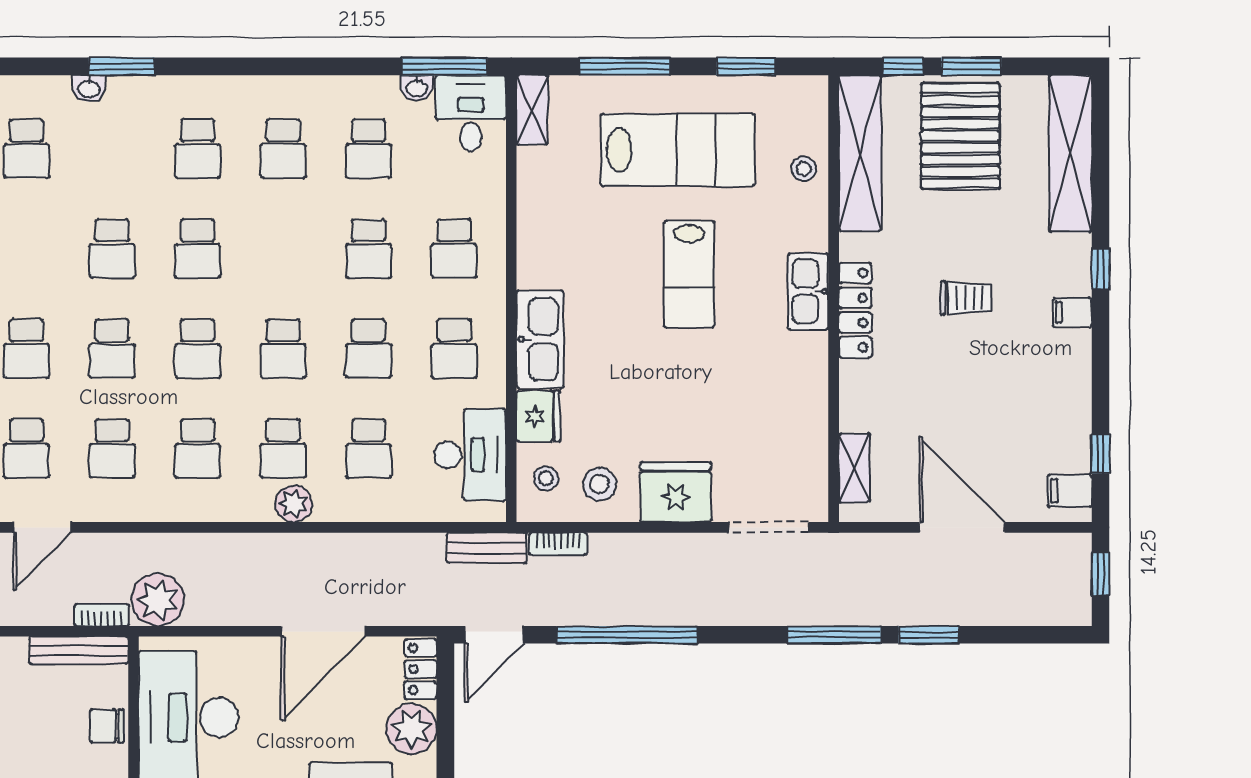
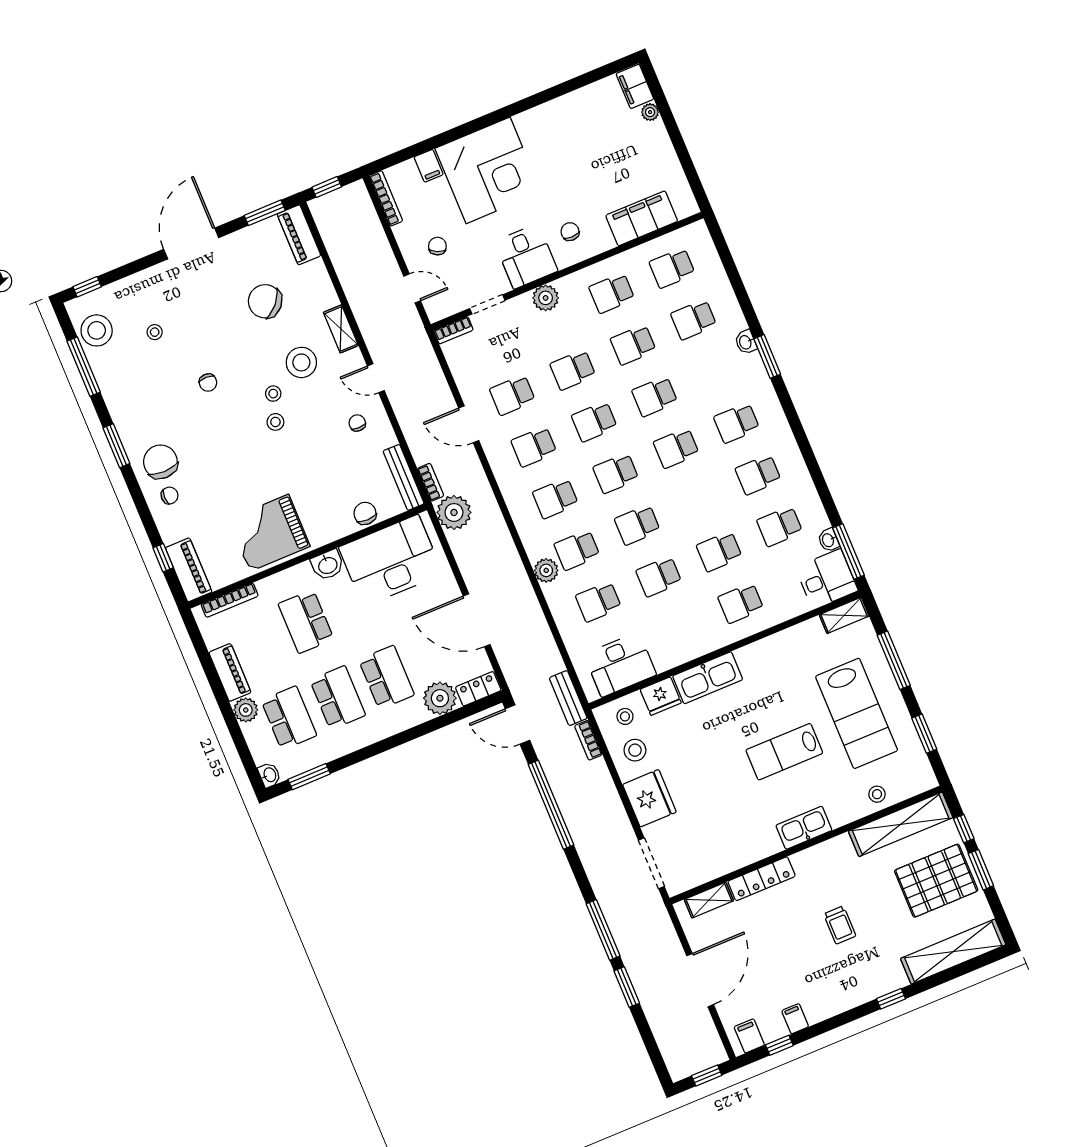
locker: (855, 310) -> (762, 879), moved
filing cabinet: (1072, 312) -> (795, 1019), moved
school desk: (454, 349) -> (633, 345), moved

